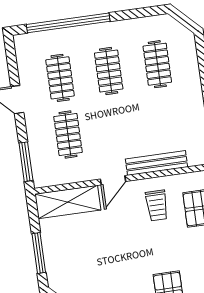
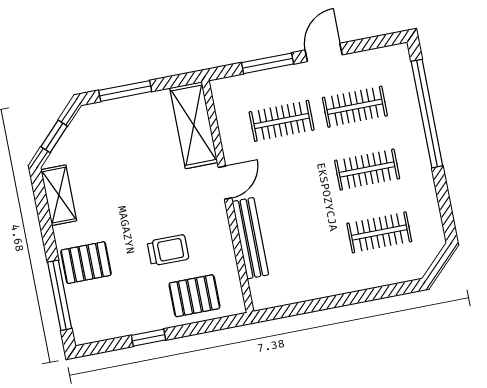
window: (26, 162) -> (268, 63), moved
door: (113, 180) -> (225, 183), swing flipped
trolley: (157, 205) -> (168, 250), moved, turned 180

